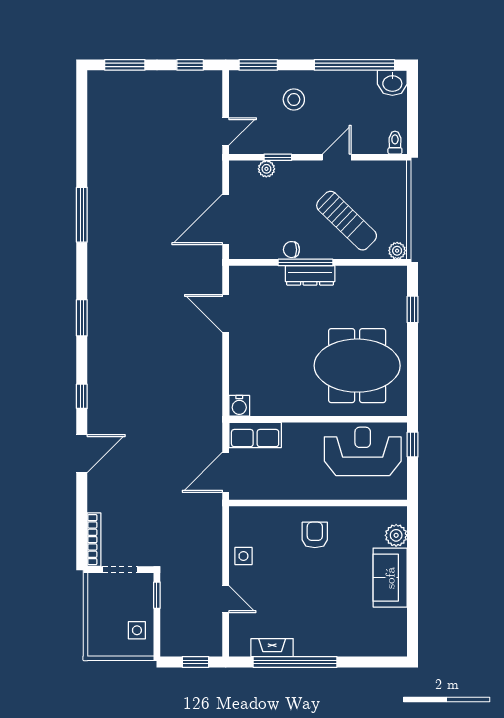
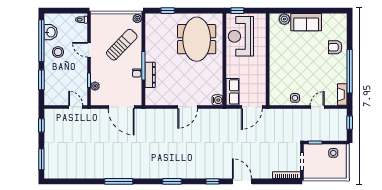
window: (258, 65) -> (41, 80), moved
washbasin: (392, 83) -> (51, 32), moved
stool: (294, 99) -> (58, 52), moved
dresser: (310, 275) -> (150, 75), moved
door: (226, 313) -> (188, 107), moved
door: (226, 472) -> (252, 107), hinge flipped
armchair: (315, 535) -> (335, 47), moved
fireplace: (272, 648) -> (342, 94), moved

